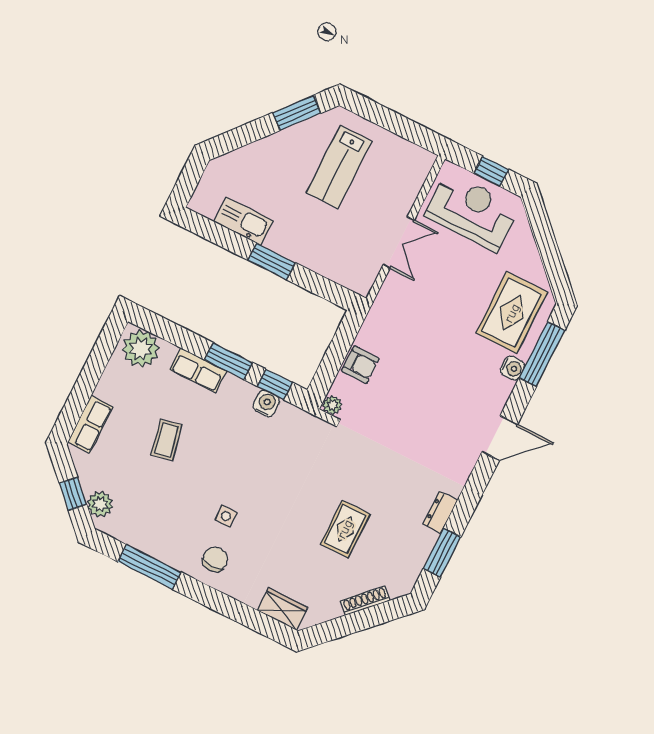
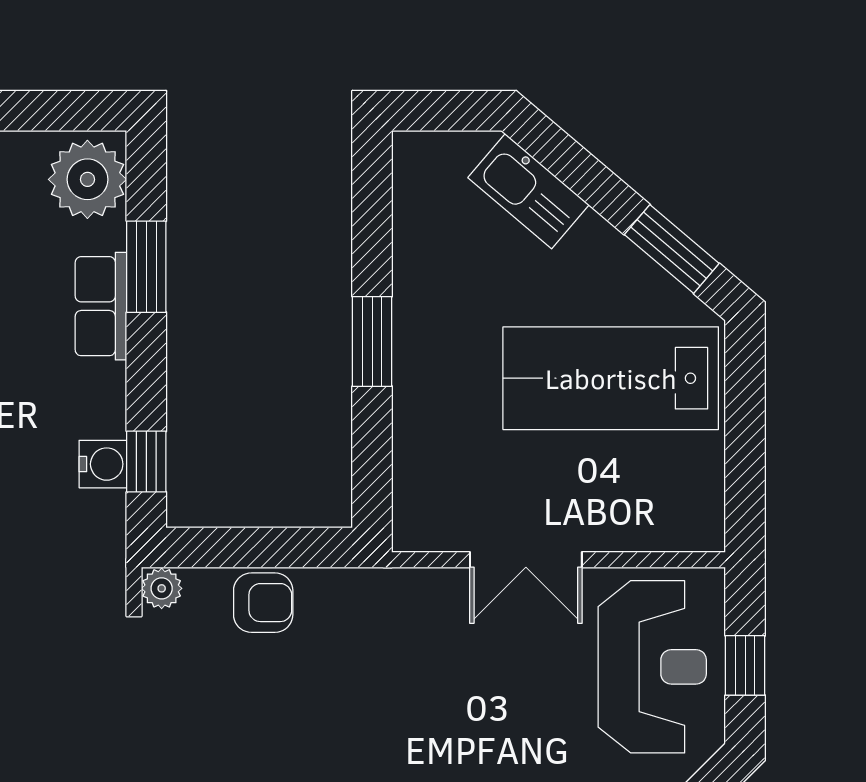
lab bench: (339, 167) -> (611, 378), width x1.36, depth x1.39
kitchen sink: (244, 221) -> (529, 191), moved, turned 130
window: (228, 361) -> (146, 267), moved
armchair: (360, 365) -> (263, 603), turned -90

